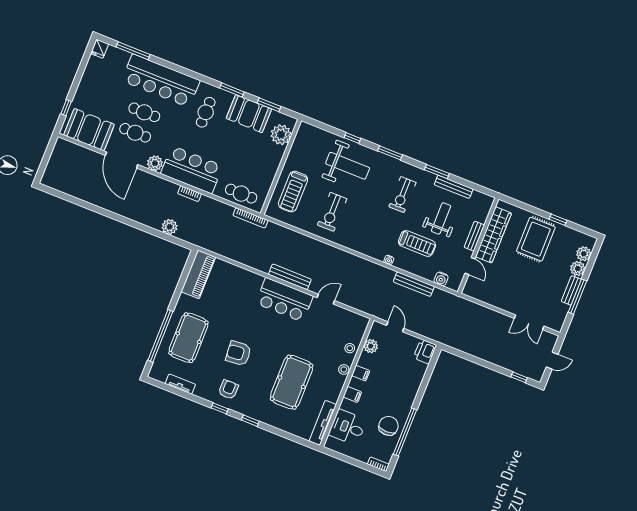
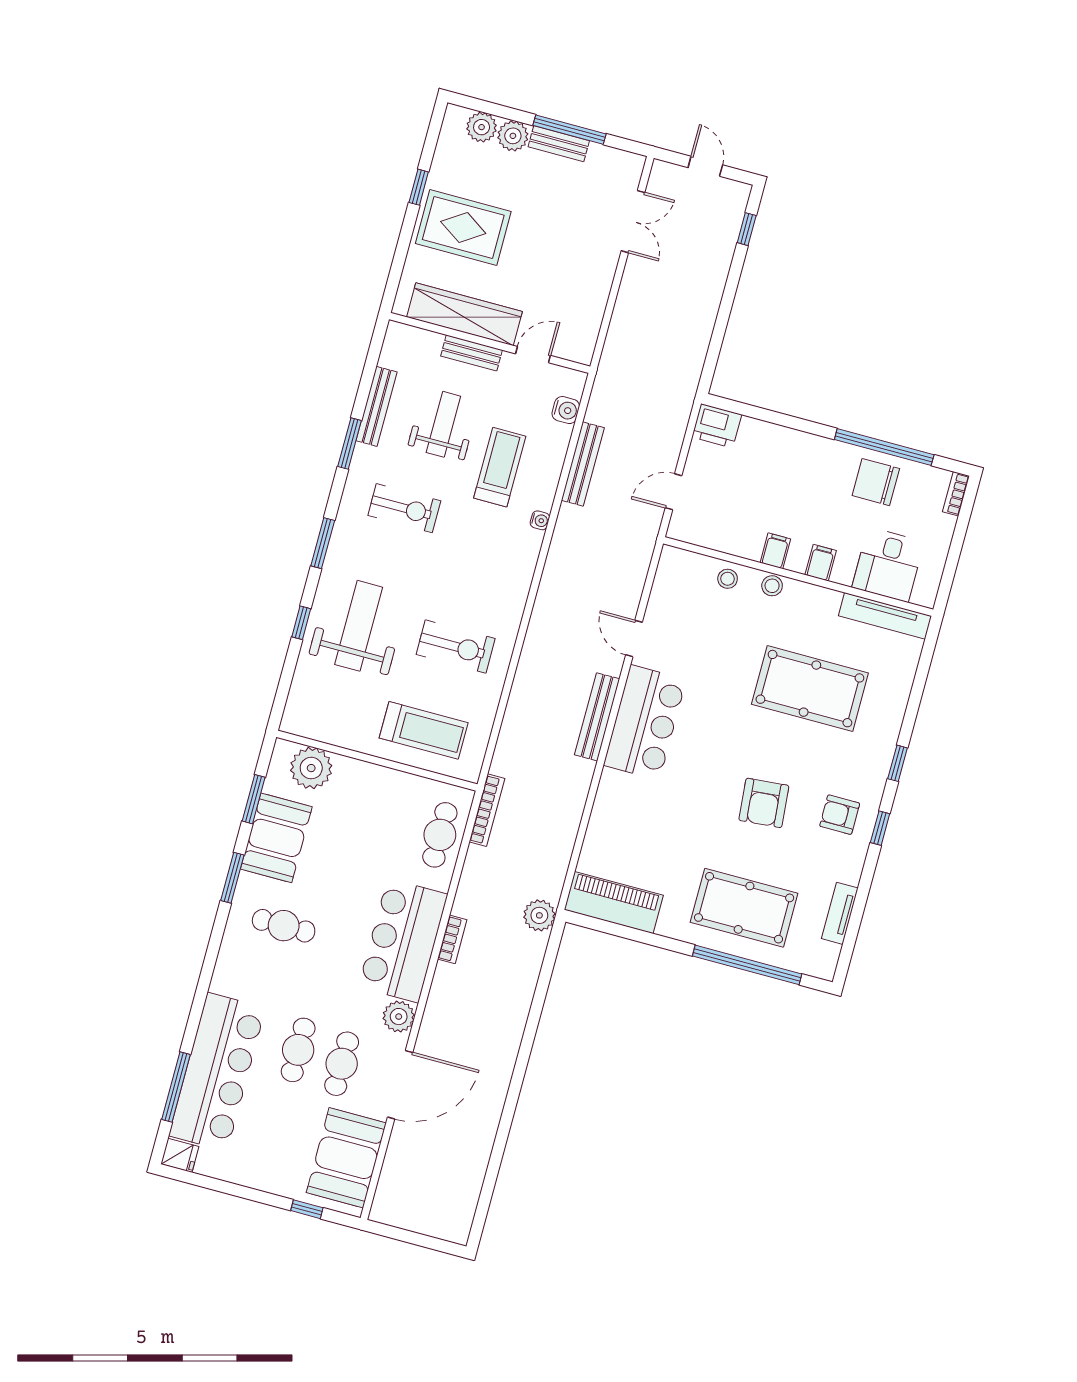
bar counter: (161, 81) -> (217, 1072), moved
weight bench: (441, 218) -> (443, 424), turned 90
plant: (170, 227) -> (539, 915), moved
plant: (371, 346) -> (718, 537), removed

